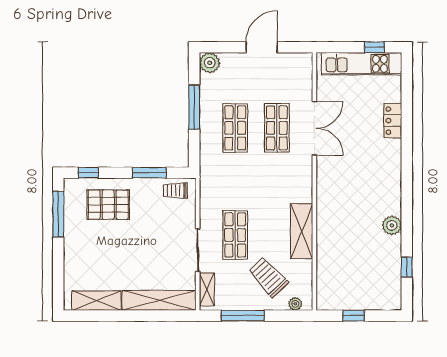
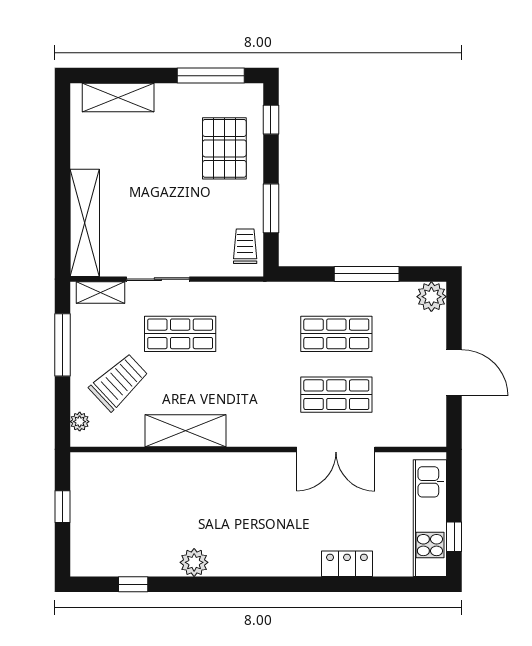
shelving: (96, 301) -> (118, 98), moved, turned 90

